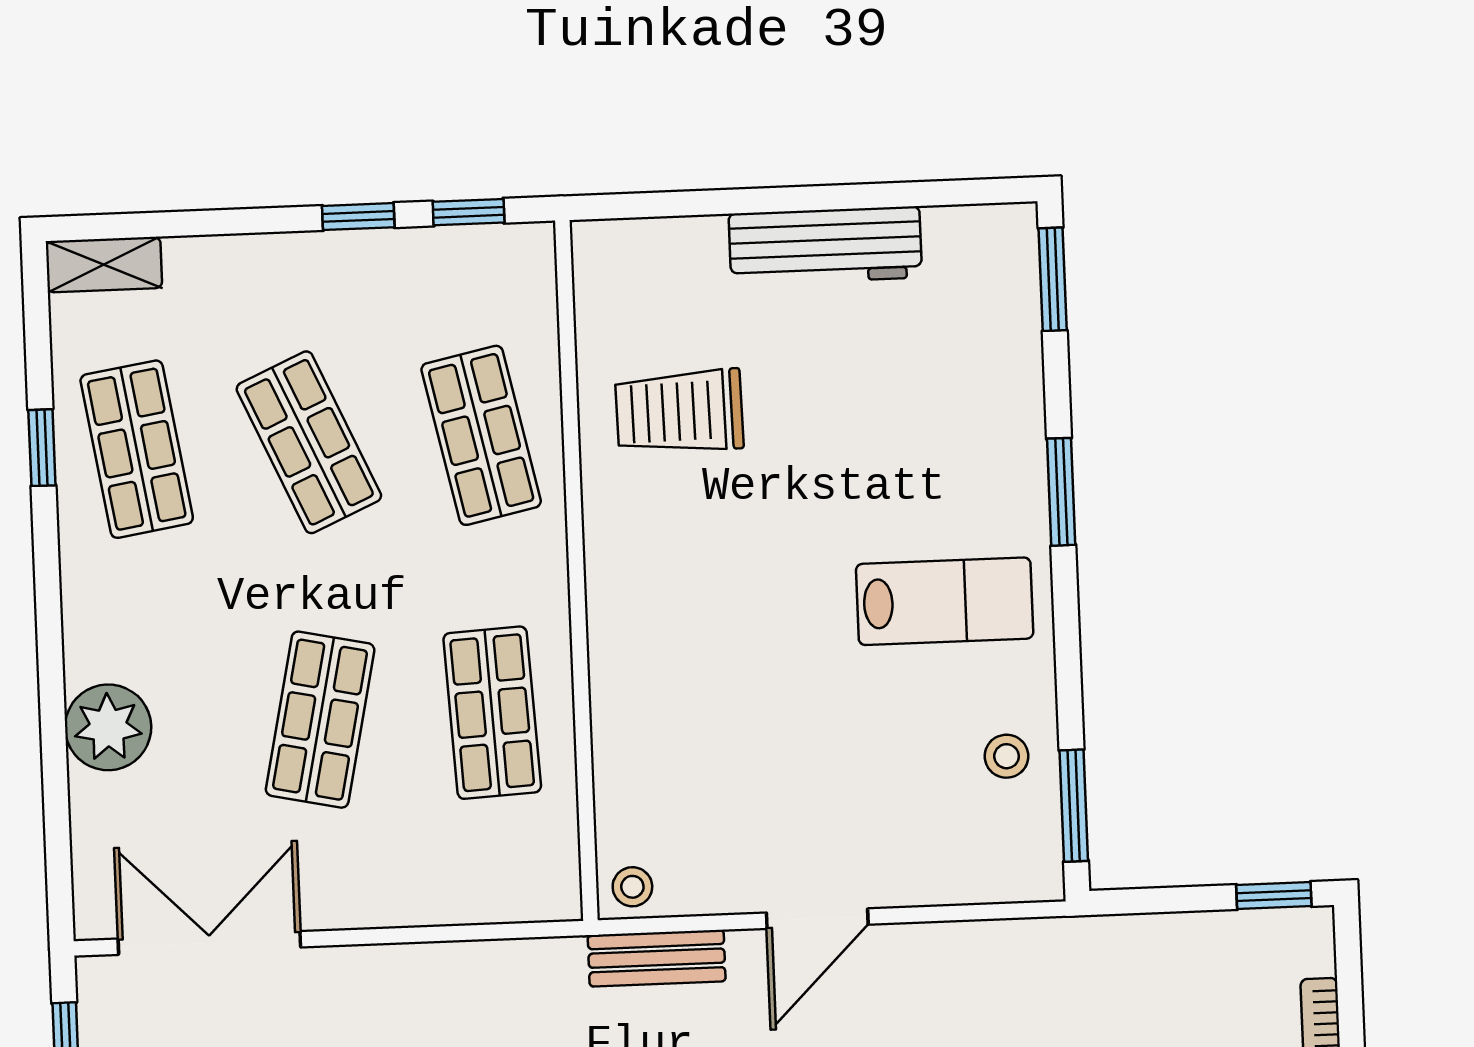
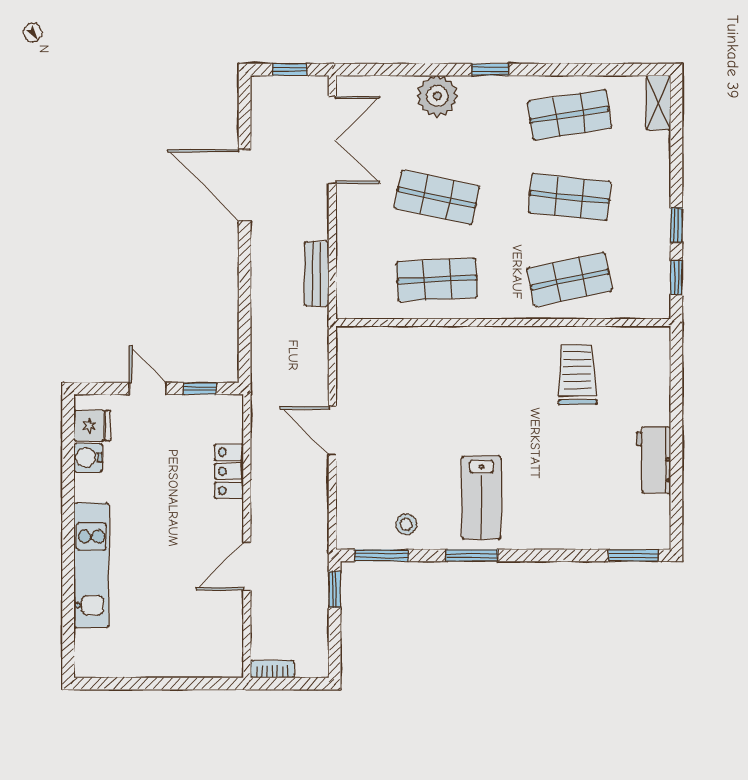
workbench: (825, 246) -> (654, 460), width x0.73
shop shelf: (309, 442) -> (570, 197), turned 30
window: (42, 448) -> (490, 70), moved
window: (1061, 492) -> (472, 555), moved
stool: (632, 887) -> (351, 343), removed
window: (1274, 895) -> (335, 590), moved
bench: (657, 958) -> (317, 274), moved

